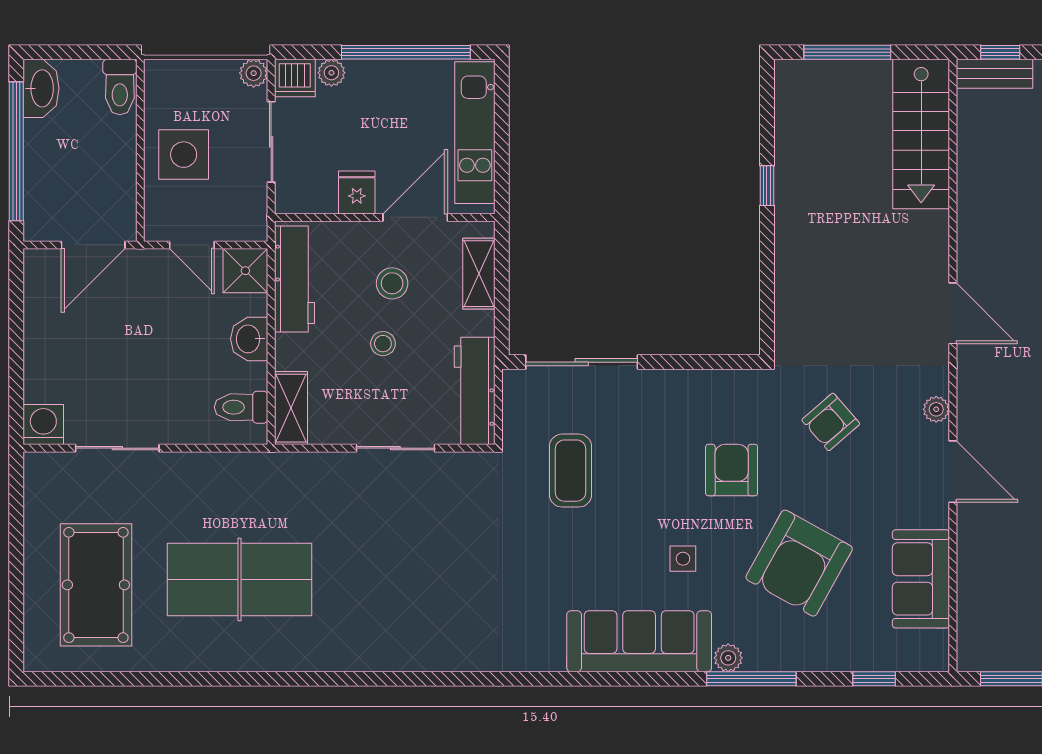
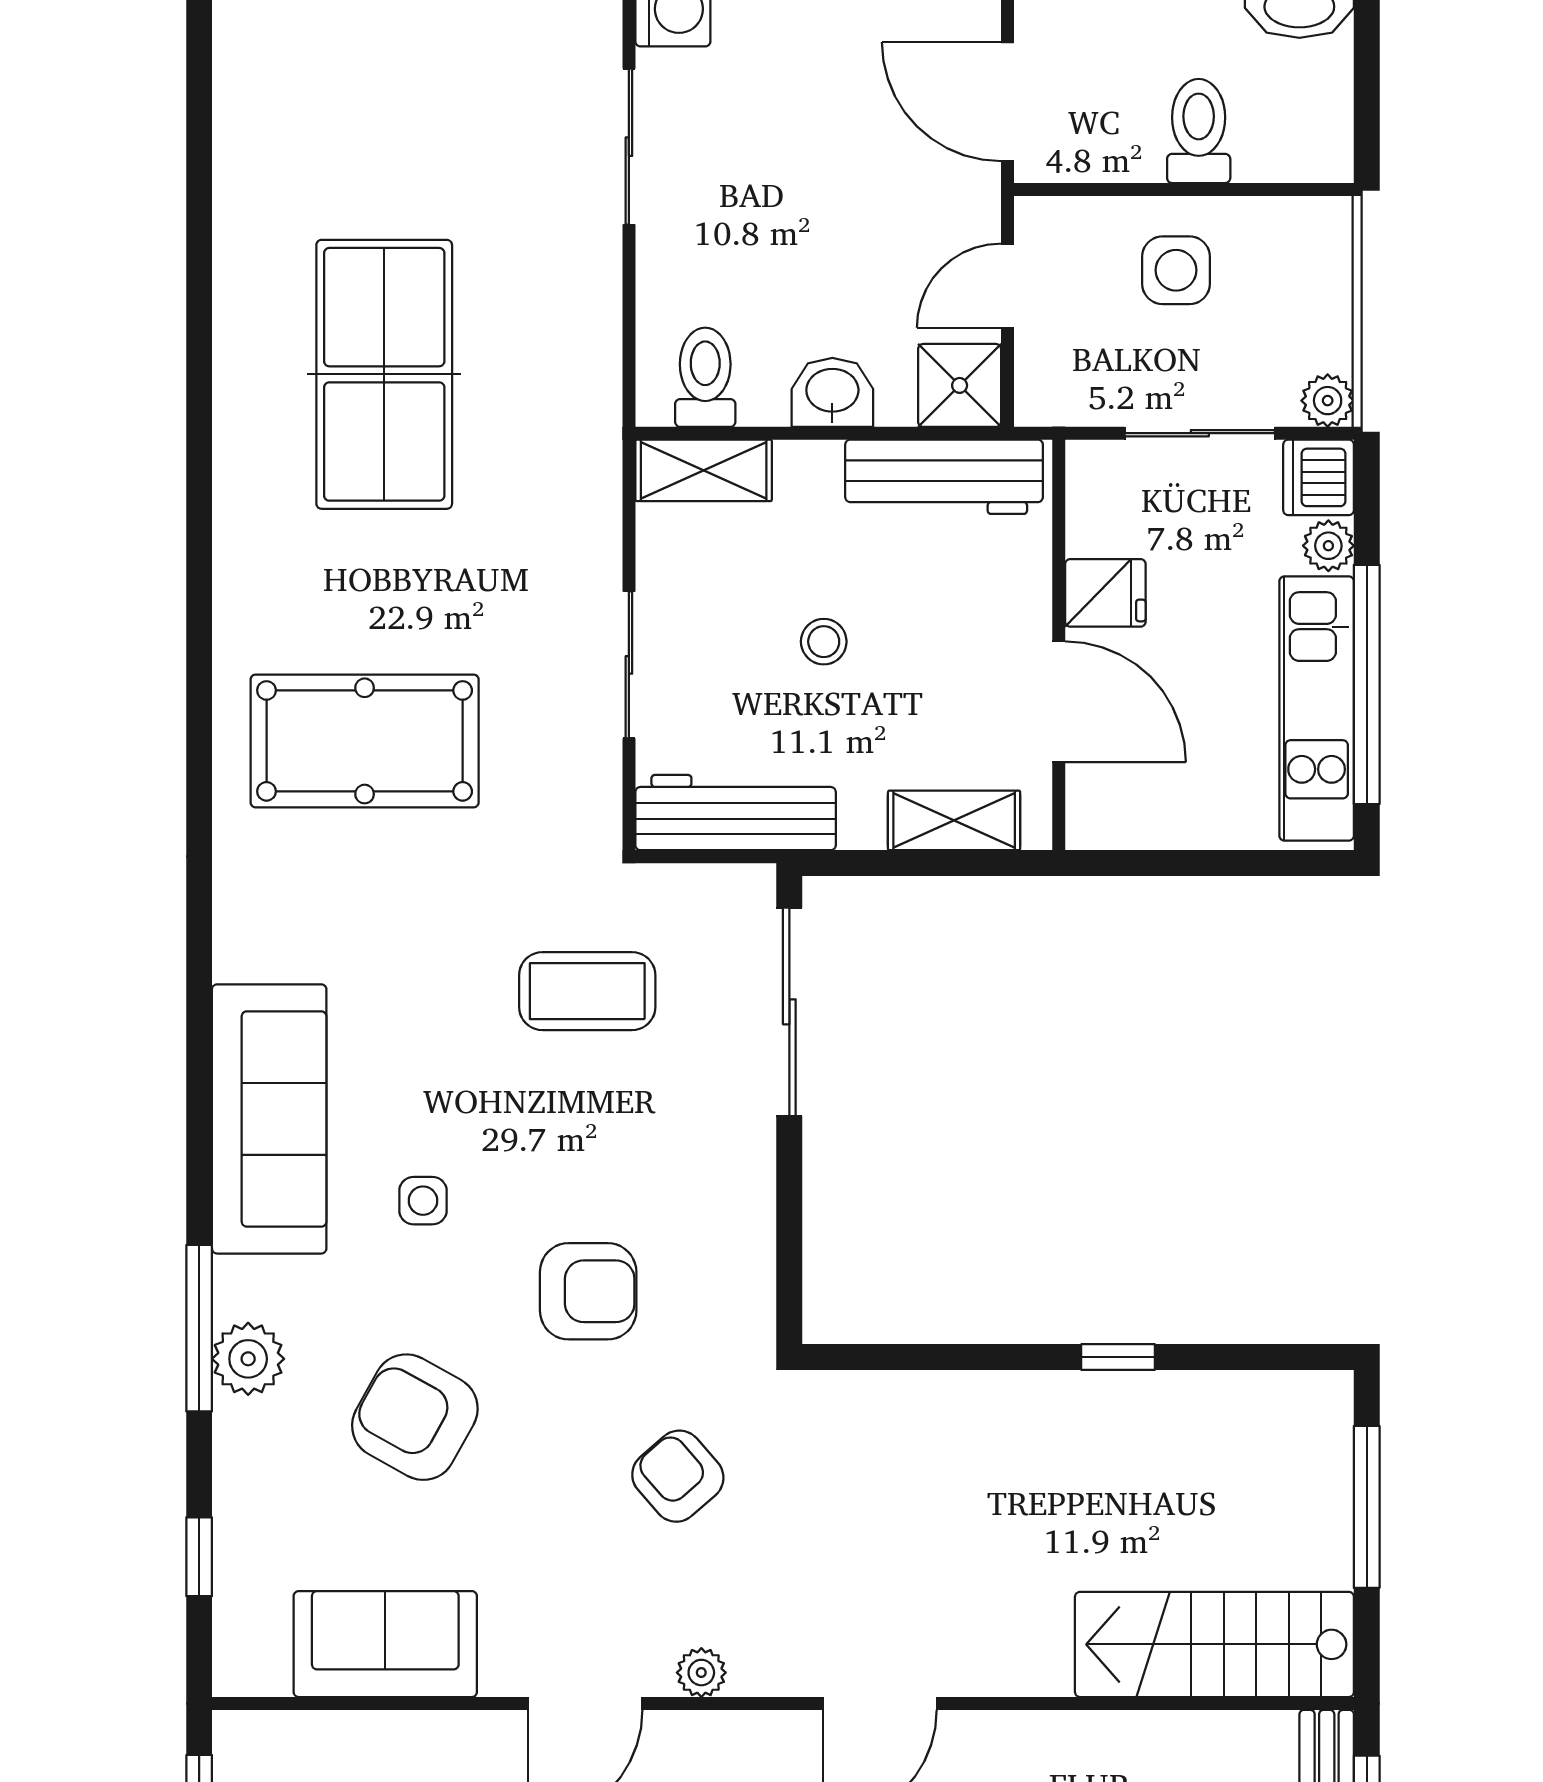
toilet: (120, 87) -> (1199, 131), moved, turned 90
kitchen unit: (475, 133) -> (1317, 708), moved, turned -90
side table: (184, 155) -> (1176, 270), width x0.73, depth x0.73
stool: (392, 283) -> (936, 659), removed
armchair: (799, 563) -> (415, 1417), width x0.73, depth x0.73
pool table: (96, 585) -> (365, 741), moved
plant: (728, 658) -> (248, 1359), moved, width x1.38, depth x1.38

